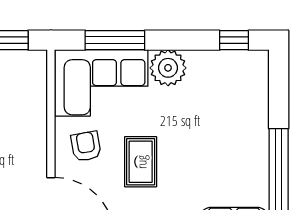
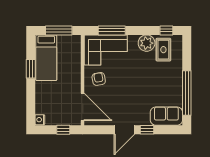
plant: (168, 68) -> (147, 43), moved
rug: (141, 162) -> (163, 50), moved

